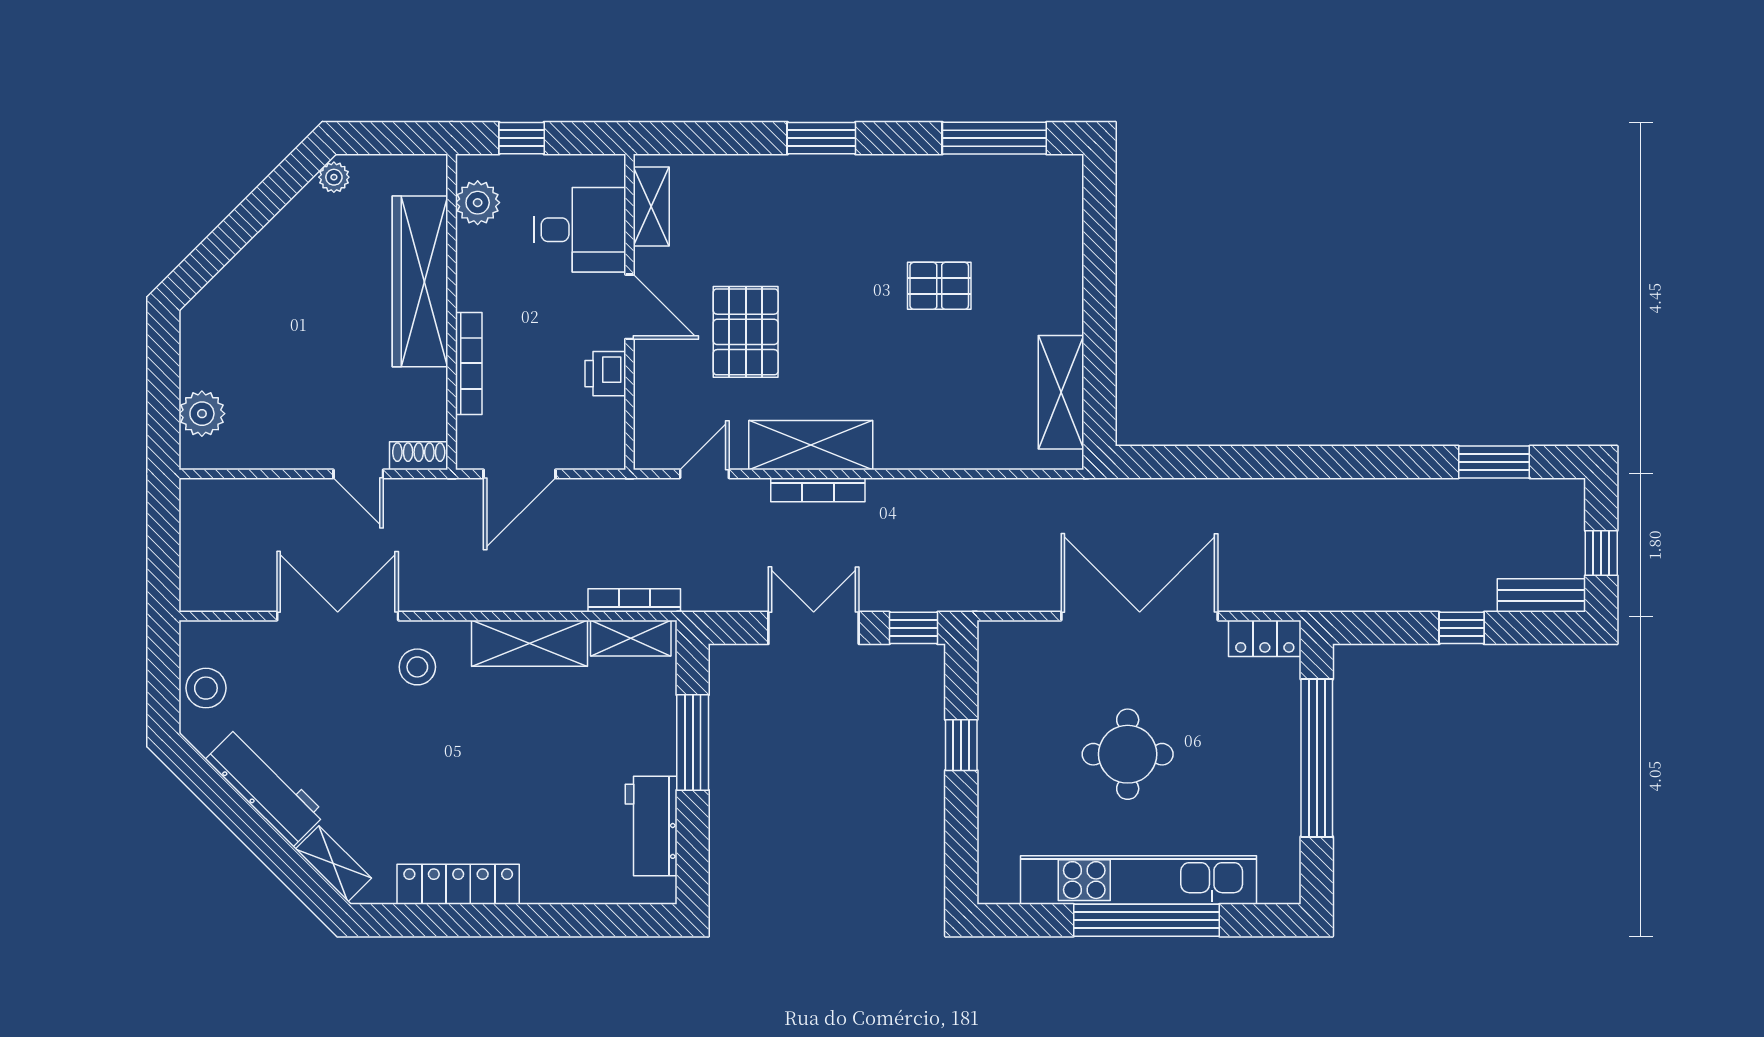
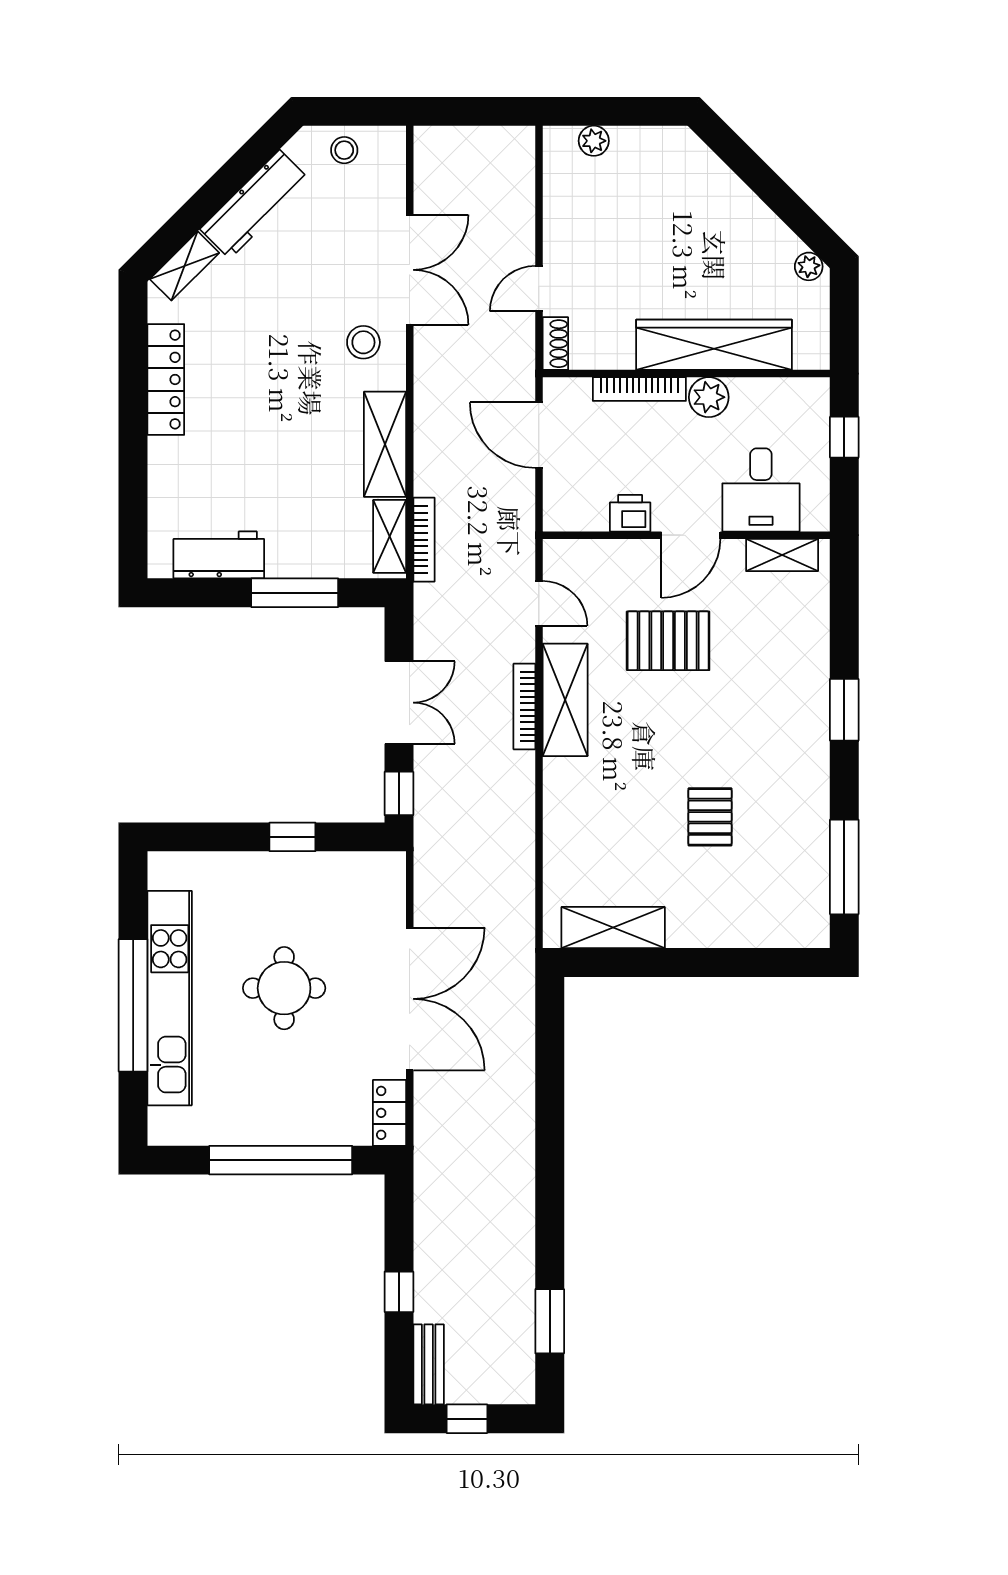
plant: (478, 203) -> (709, 397), moved
plant: (202, 414) -> (594, 141), width x0.73, depth x0.73
stool: (206, 688) -> (344, 150), width x0.73, depth x0.73

